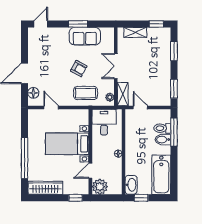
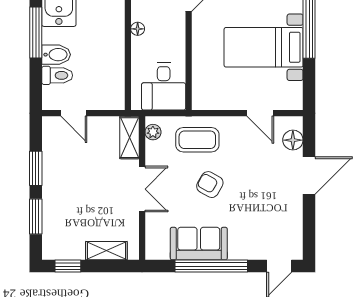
window: (78, 24) -> (211, 266), width x2.11
window: (174, 89) -> (36, 168), moved
door: (140, 108) -> (74, 113), moved
window: (174, 132) -> (36, 33), moved
bed with nightstands: (67, 144) -> (264, 47), moved, turned 180

